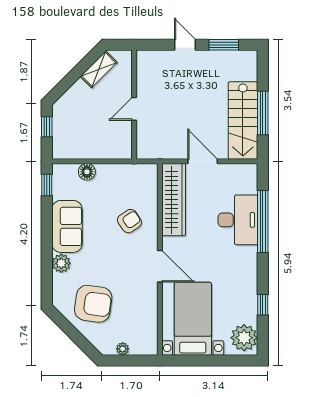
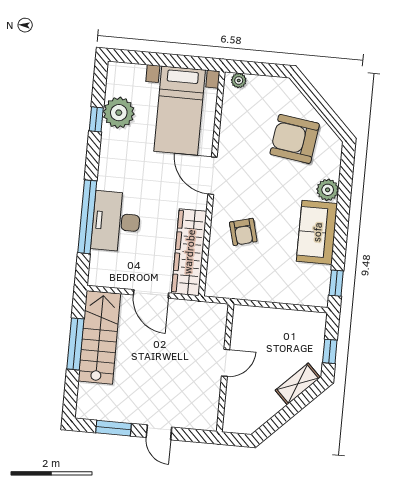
shelving: (99, 69) -> (298, 384), moved
floor lamp: (87, 172) -> (288, 294), removed
armchair: (129, 221) -> (243, 232), turned -71
plant: (244, 338) -> (119, 113), moved
plant: (123, 349) -> (239, 80), moved

